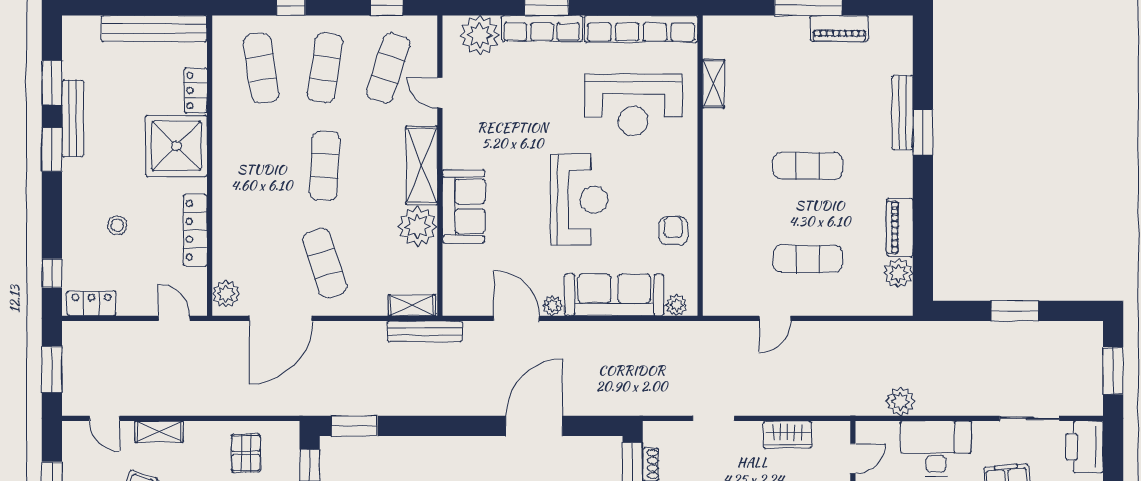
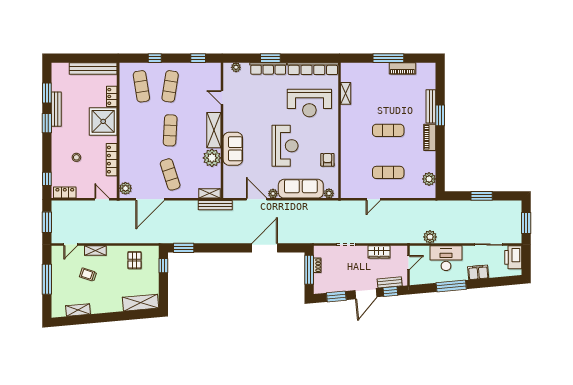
plant: (480, 35) -> (236, 67), width x0.53, depth x0.53
exercise mat: (388, 68) -> (199, 86), removed
piano: (900, 227) -> (430, 137), moved
door: (105, 418) -> (71, 245), hinge flipped

